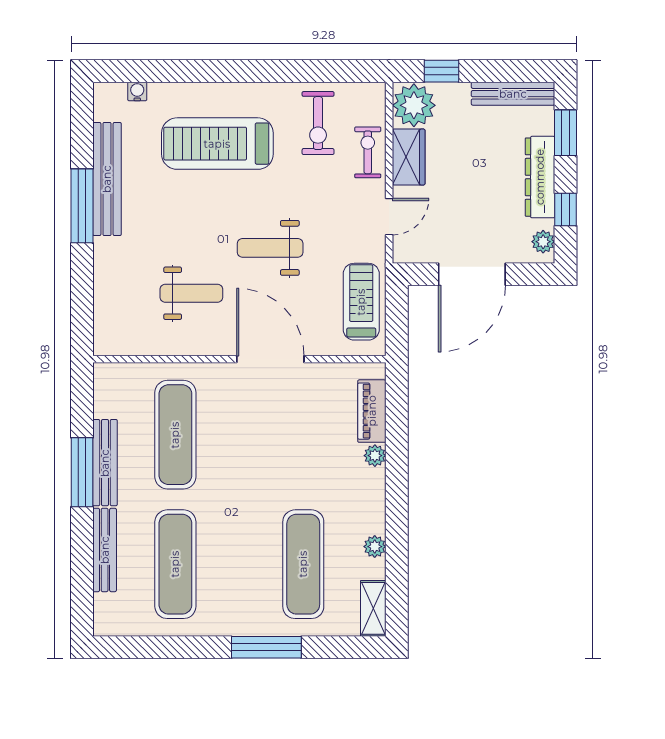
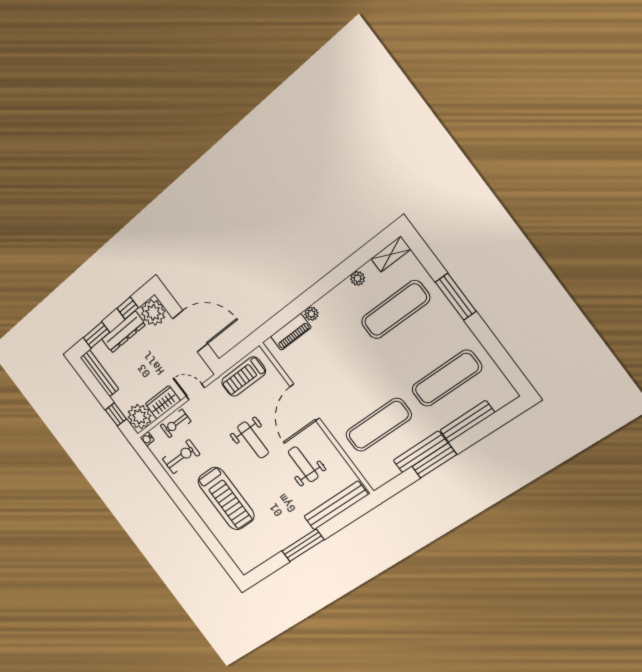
water cooler: (137, 91) -> (147, 439), moved
bench: (107, 179) -> (336, 506), moved
plant: (543, 242) -> (153, 312), width x1.88, depth x1.88

